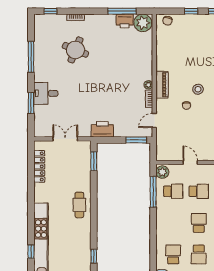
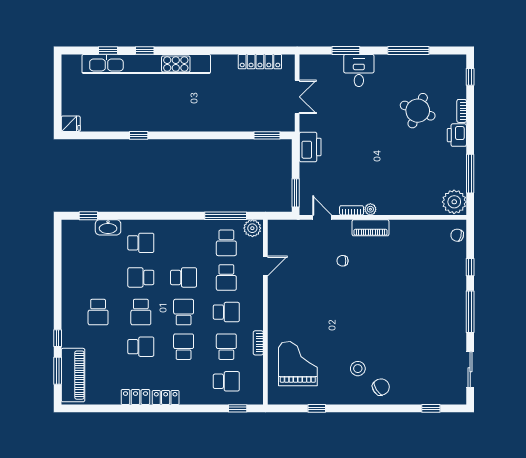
printer: (125, 21) -> (457, 135), moved
stool: (198, 89) -> (364, 276), removed
cafe table: (79, 205) -> (208, 116), removed

